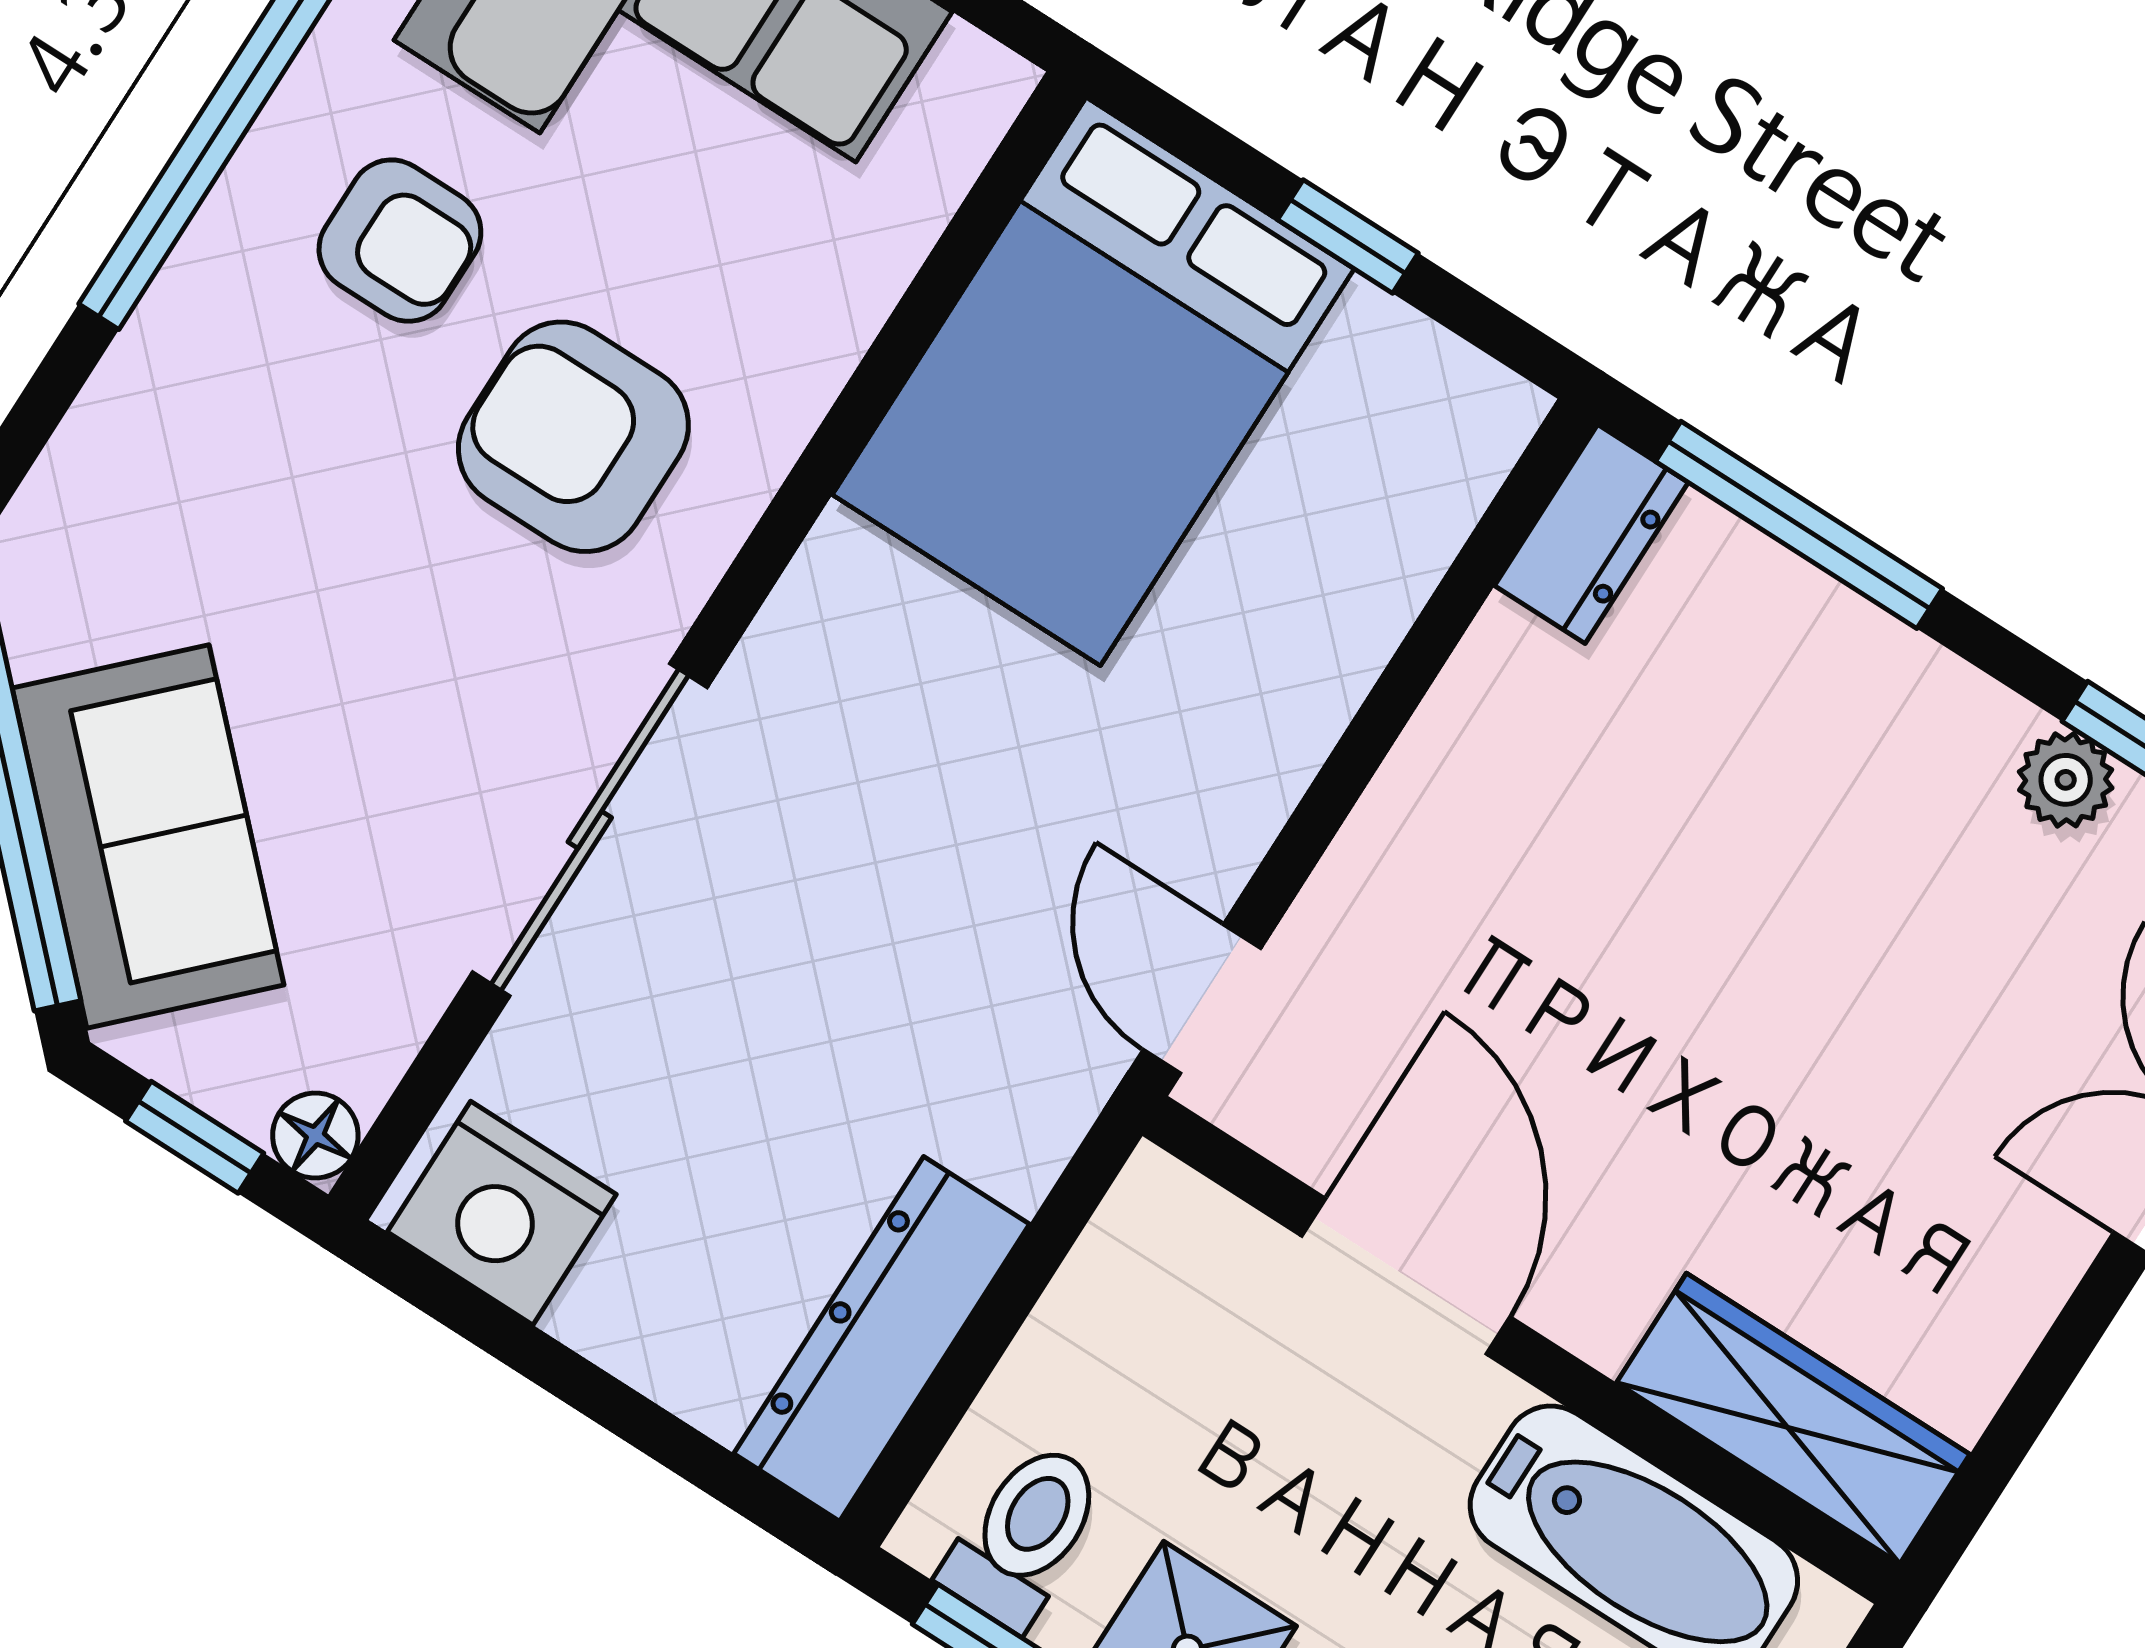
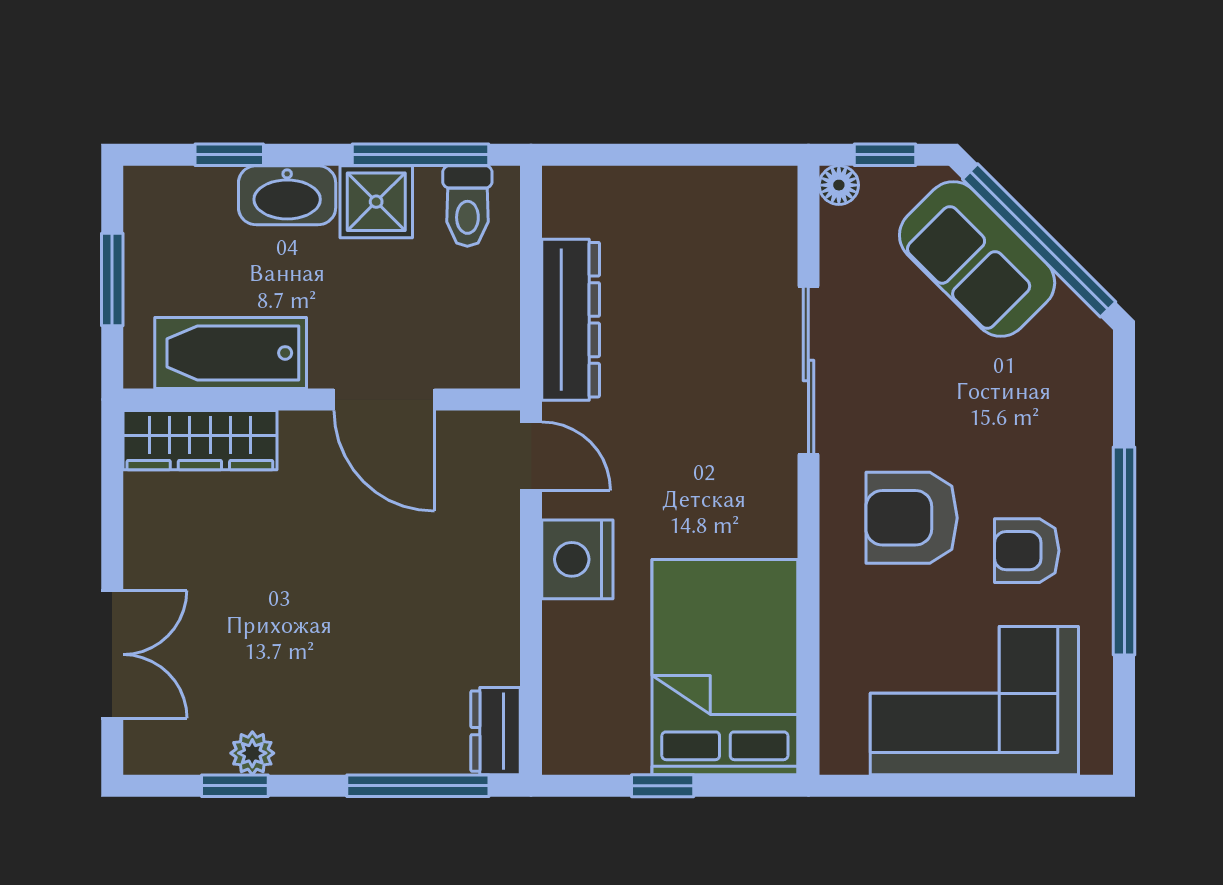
armchair: (573, 437) -> (912, 518), turned 180
nightstand: (502, 1213) -> (577, 559), moved, turned -90
dresser: (882, 1339) -> (571, 320), moved

